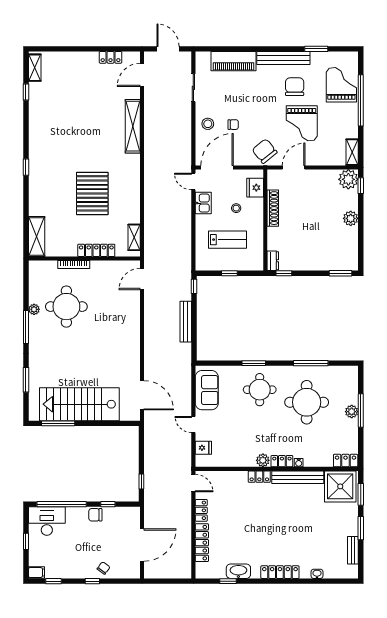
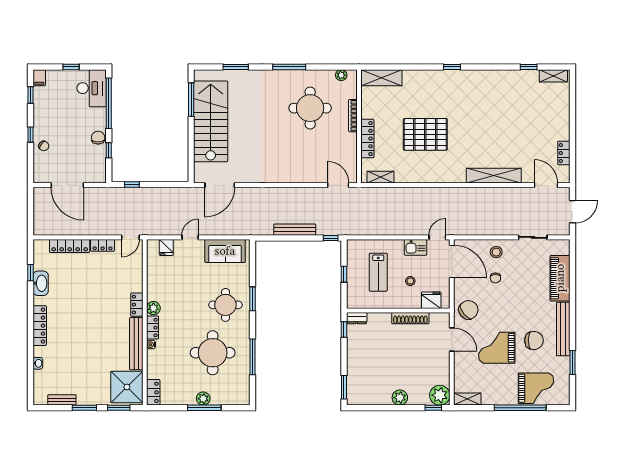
plant: (34, 309) -> (341, 75), moved

